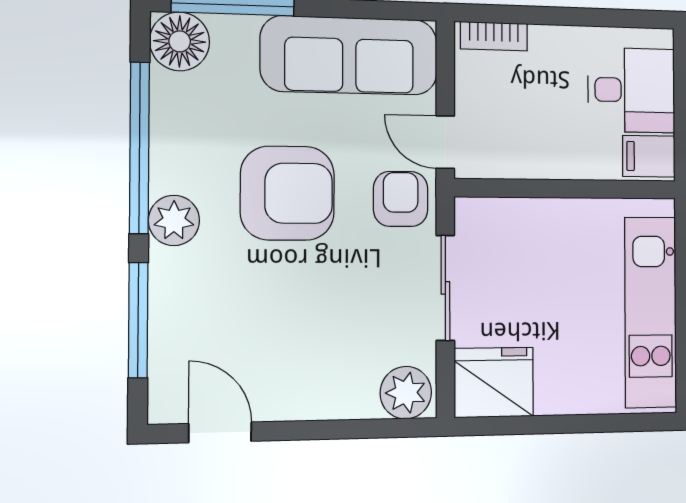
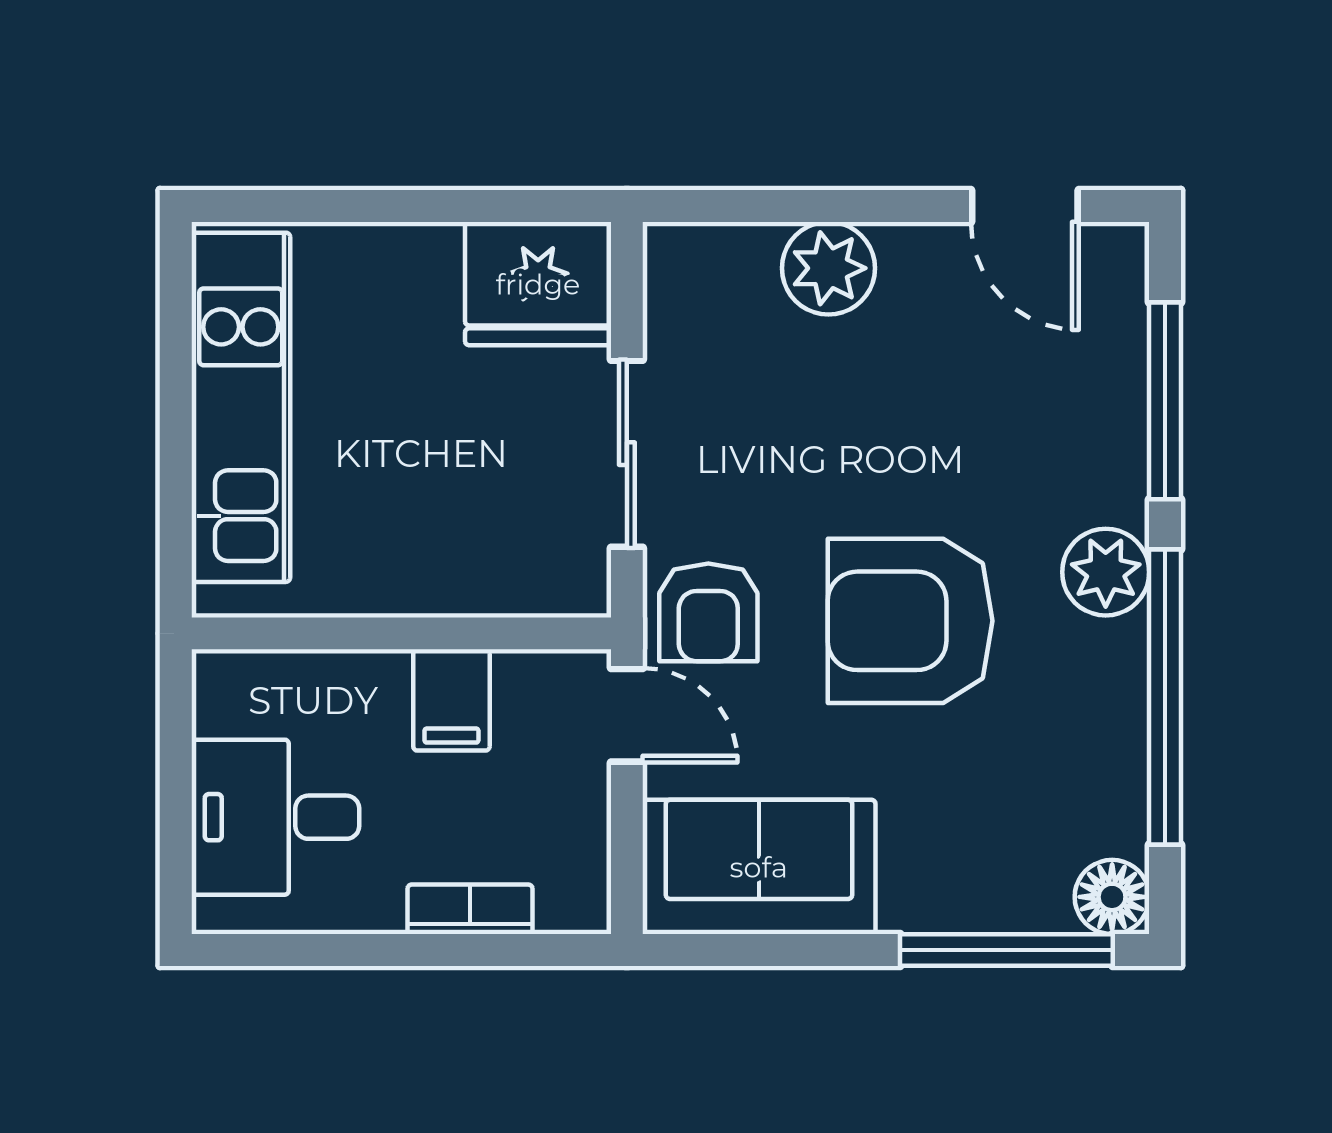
bookcase: (494, 36) -> (470, 909), moved
floor lamp: (180, 41) -> (1112, 897), width x0.73, depth x0.73
sofa: (349, 55) -> (759, 867), width x0.73
filing cabinet: (649, 156) -> (451, 700), moved, turned 90
plant: (406, 393) -> (828, 268), moved

